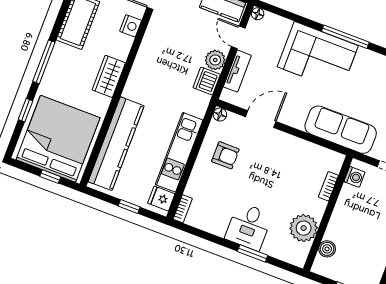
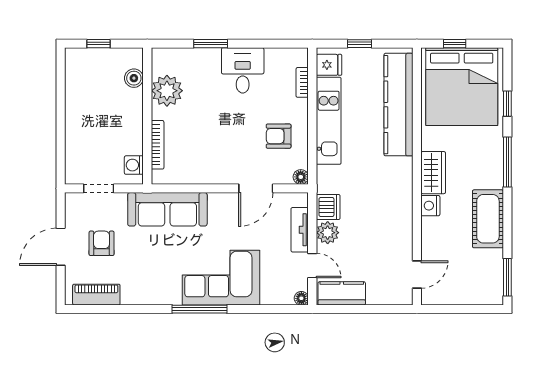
nightstand: (131, 26) -> (430, 206), moved
bookcase: (328, 186) -> (158, 145), width x1.56
bookcase: (183, 209) -> (302, 82), moved
desk: (249, 227) -> (243, 70), moved

